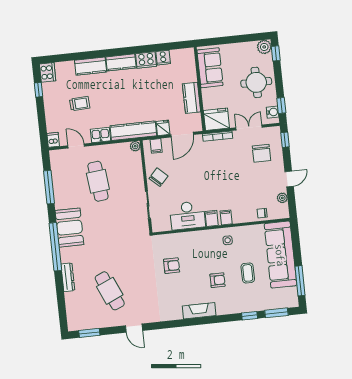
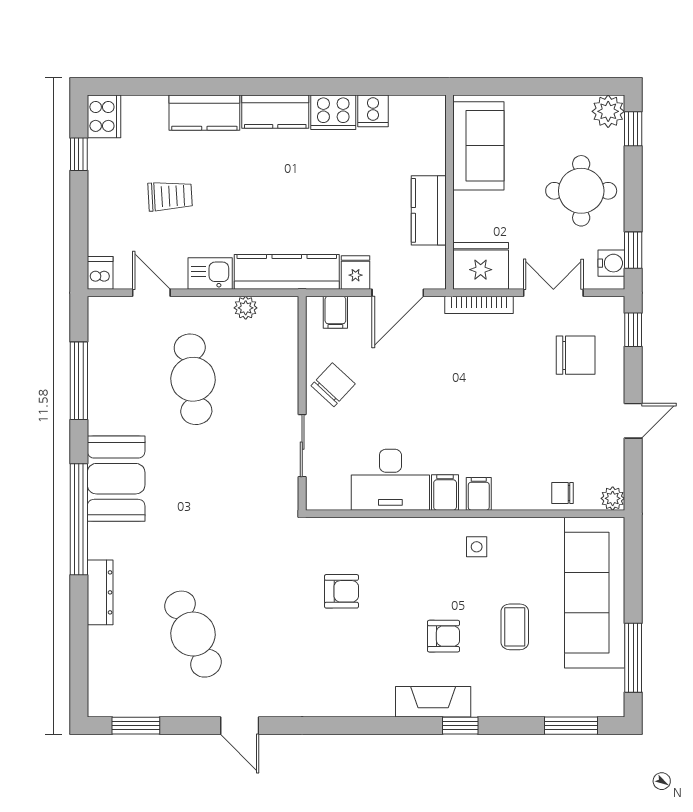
plant: (135, 146) -> (246, 308), moved
chair: (261, 153) -> (576, 355), turned -90
plant: (282, 198) -> (613, 498), moved
fireplace: (199, 311) -> (433, 702), moved
window: (250, 316) -> (460, 726), moved

